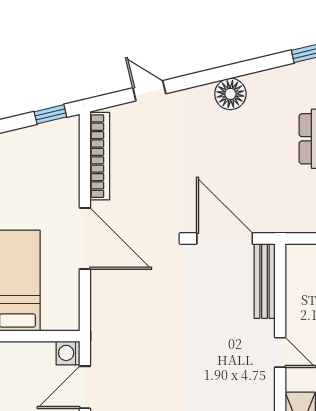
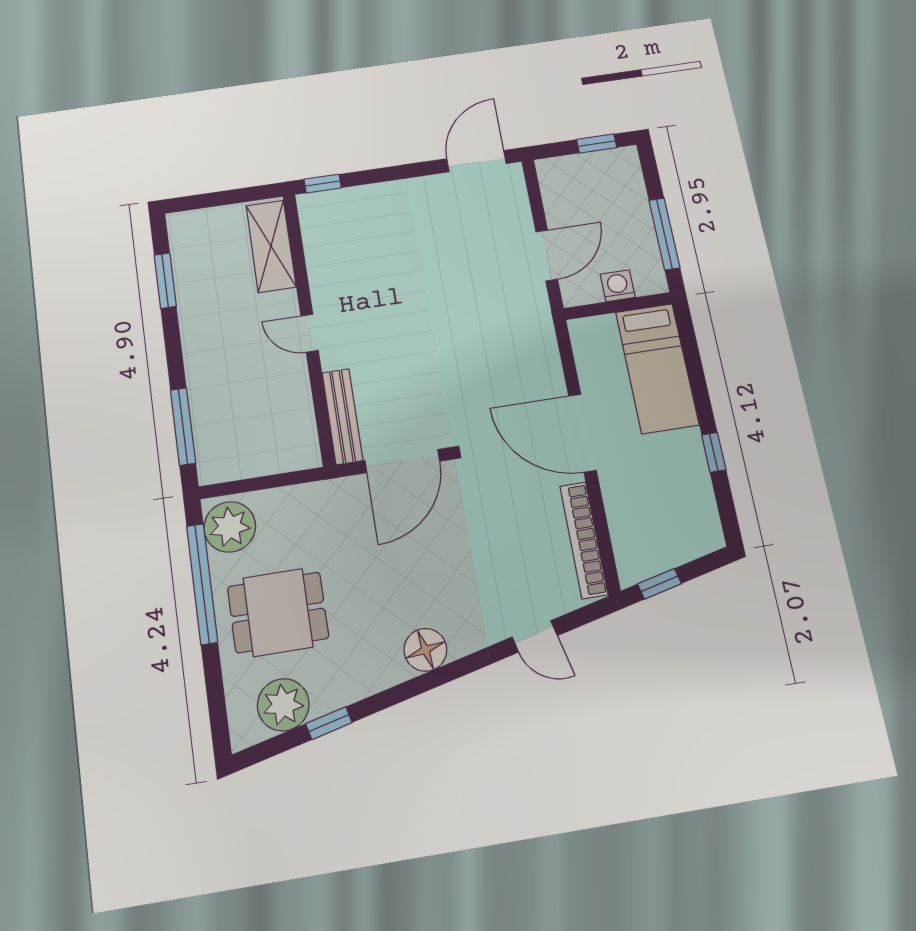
door: (225, 239) -> (402, 461), hinge flipped
washing machine: (68, 353) -> (618, 286), moved, turned -90

